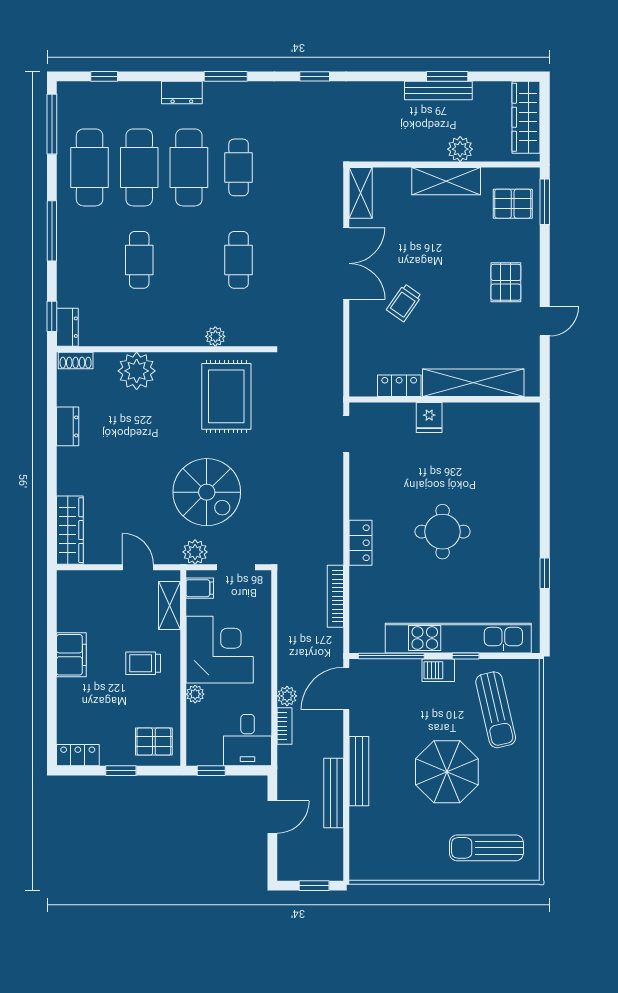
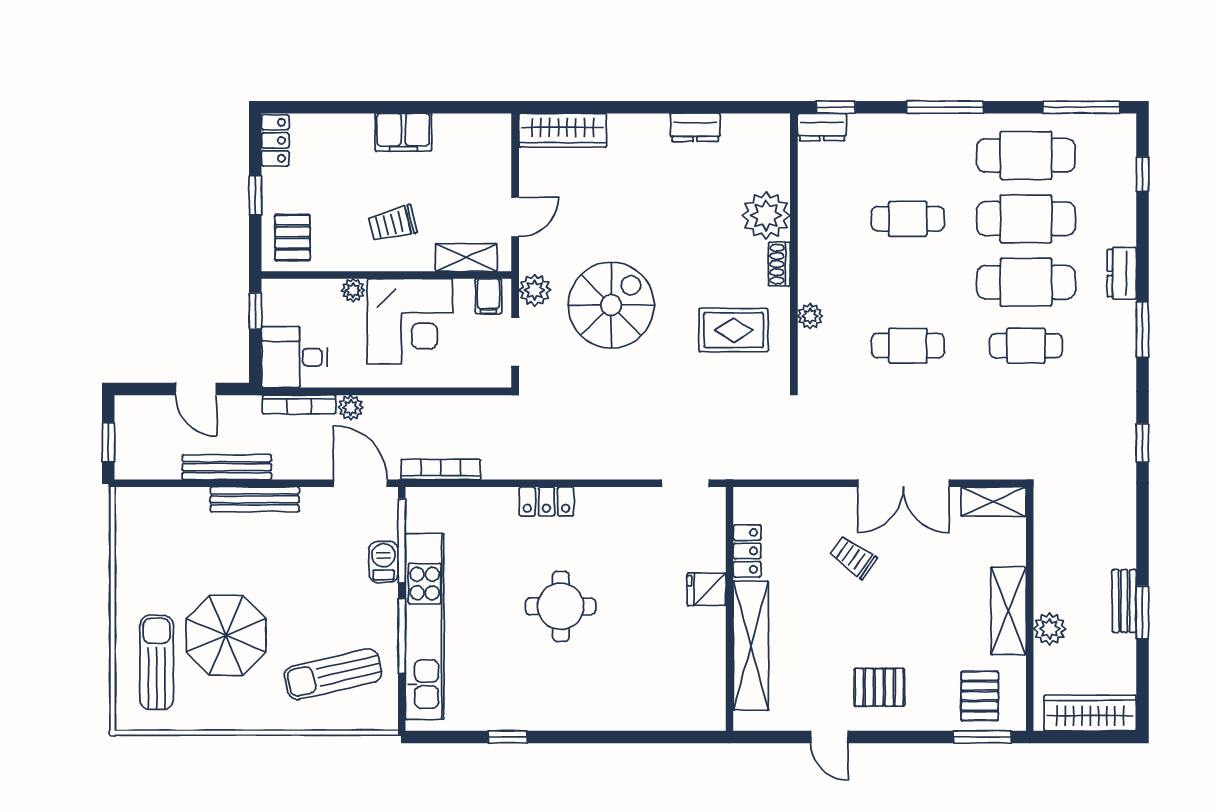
bench: (438, 91) -> (1124, 601), width x0.73
shoe rack: (76, 360) -> (779, 264), moved
rug: (226, 396) -> (733, 330), width x0.73, depth x0.70
spiral stairs: (207, 492) -> (611, 305), turned 180
bookcase: (335, 596) -> (441, 469), moved
window: (466, 656) -> (402, 636), width x2.17
trolley: (143, 663) -> (393, 224), turned -104
barbecue: (438, 670) -> (384, 562), moved
bookcase: (285, 726) -> (299, 404), width x1.56
parasol: (447, 772) -> (226, 635), moved

